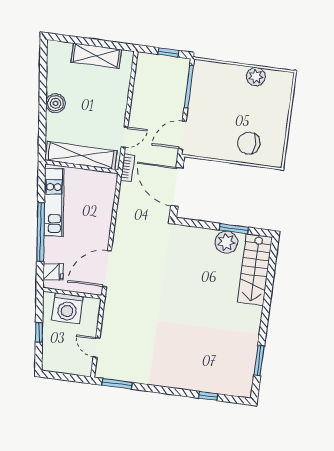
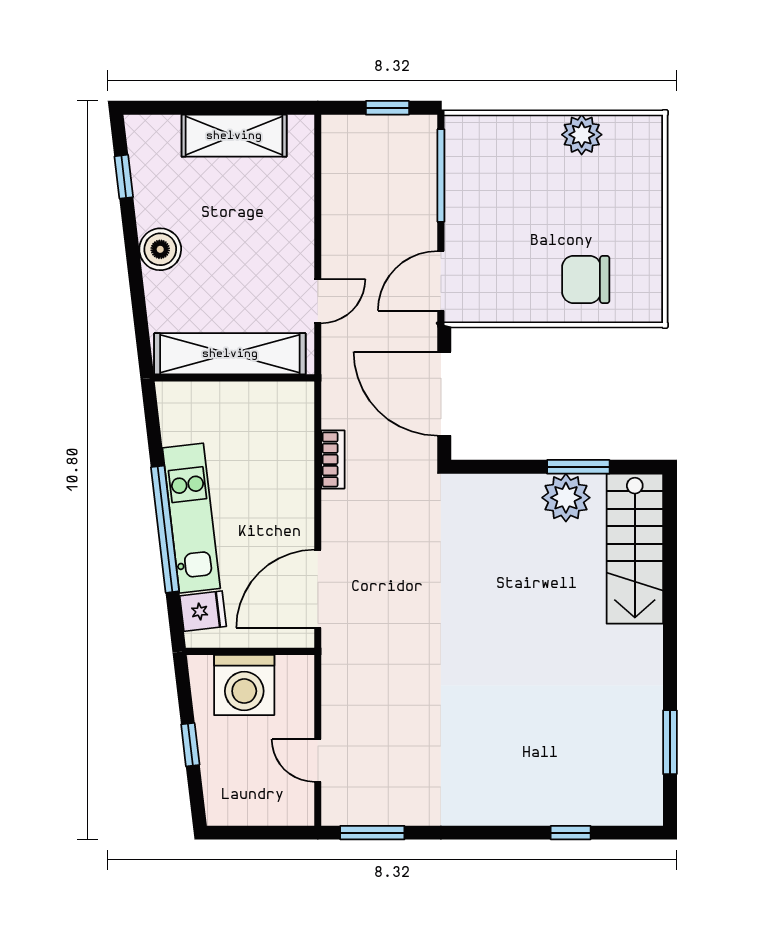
window: (43, 68) -> (124, 177), added
bookcase: (127, 168) -> (333, 459), moved
kitchen unit: (54, 203) -> (191, 518), moved

